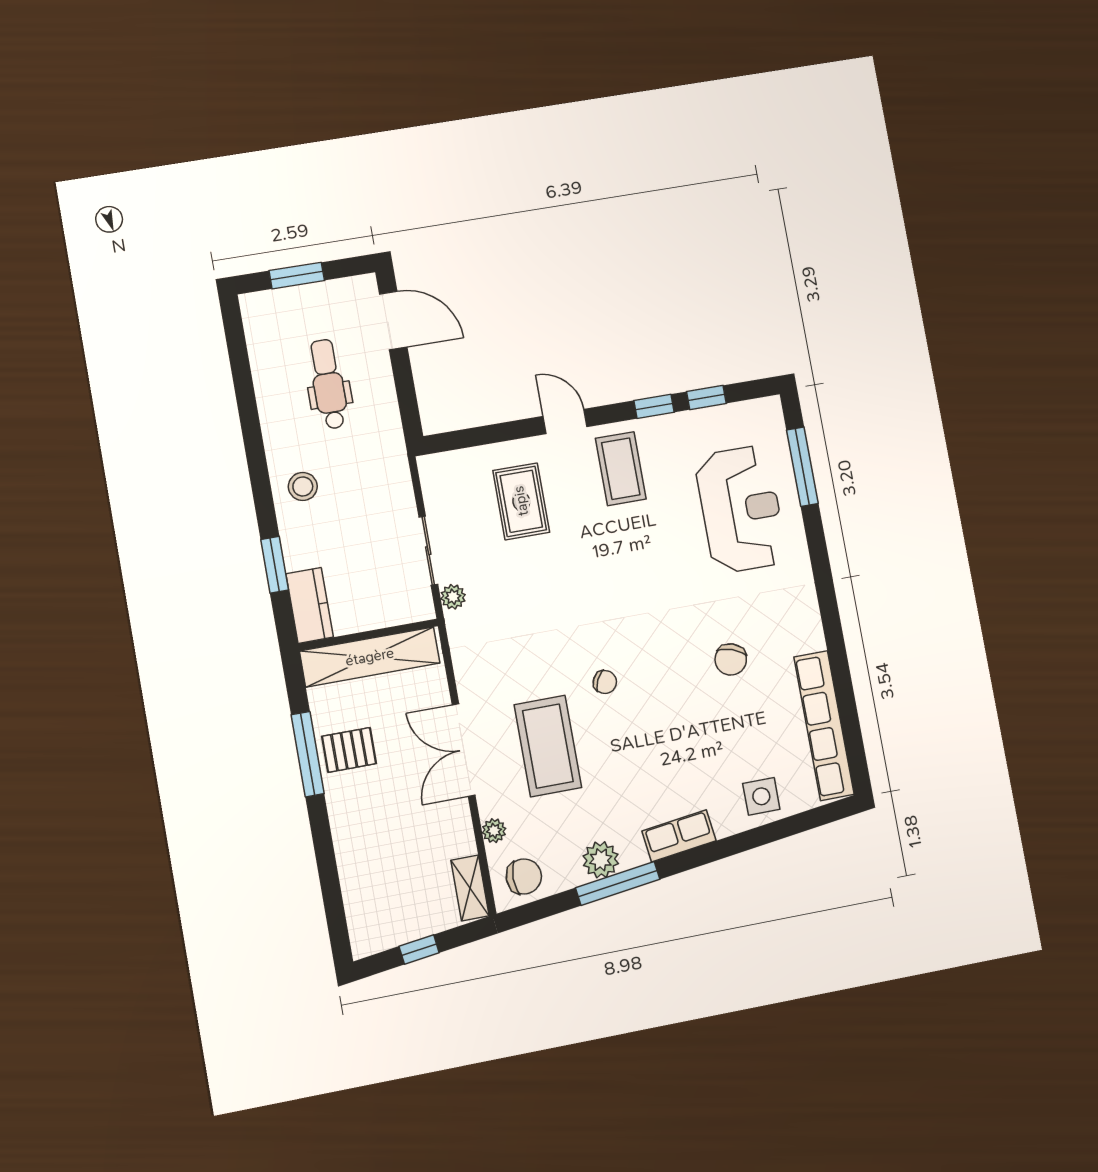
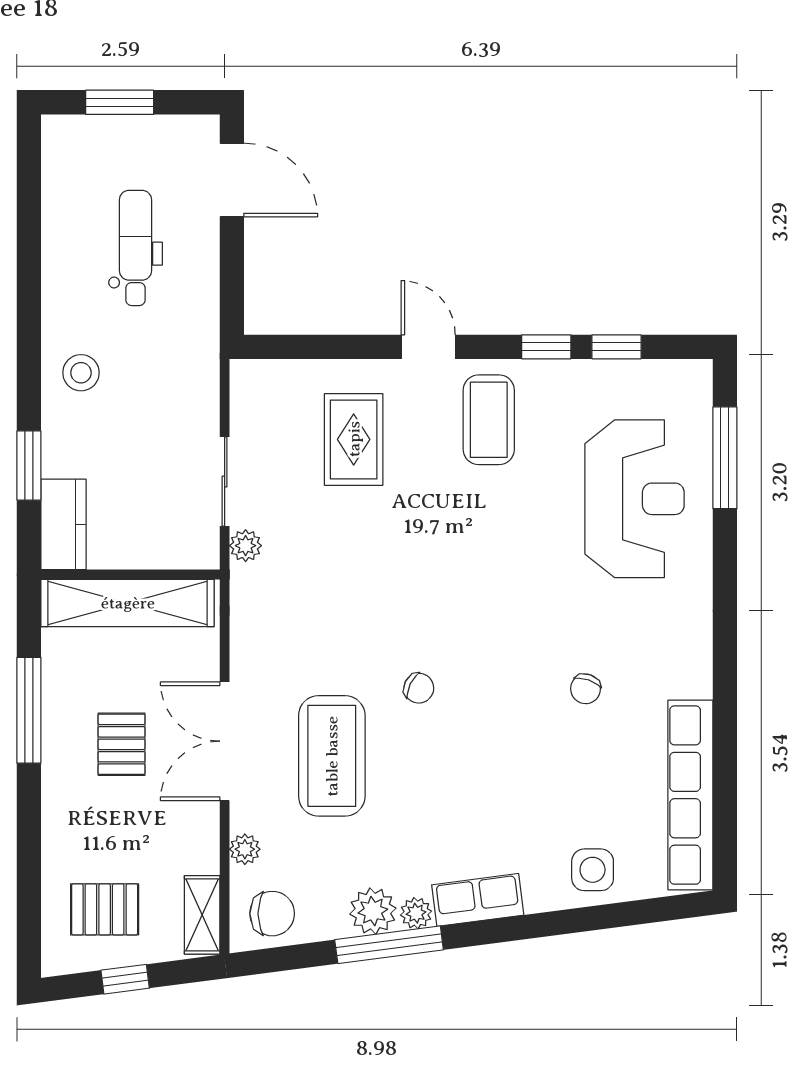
chair: (731, 659) -> (586, 689), width x0.73, depth x0.73
pallet: (349, 750) -> (122, 744), moved, turned 90
plant: (634, 855) -> (416, 913), added
pallet: (394, 898) -> (105, 909), added

